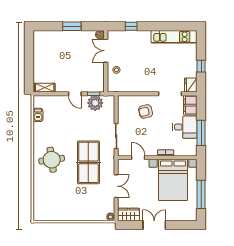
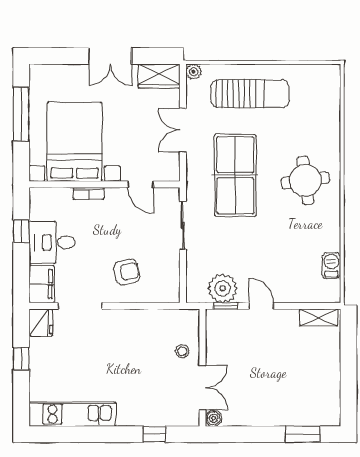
window: (72, 26) -> (303, 434), moved
window: (201, 133) -> (21, 231), width x0.46
sun lounger: (81, 205) -> (250, 94), added

